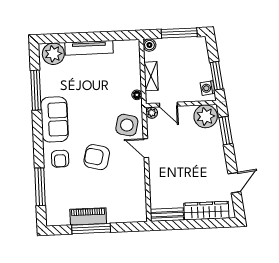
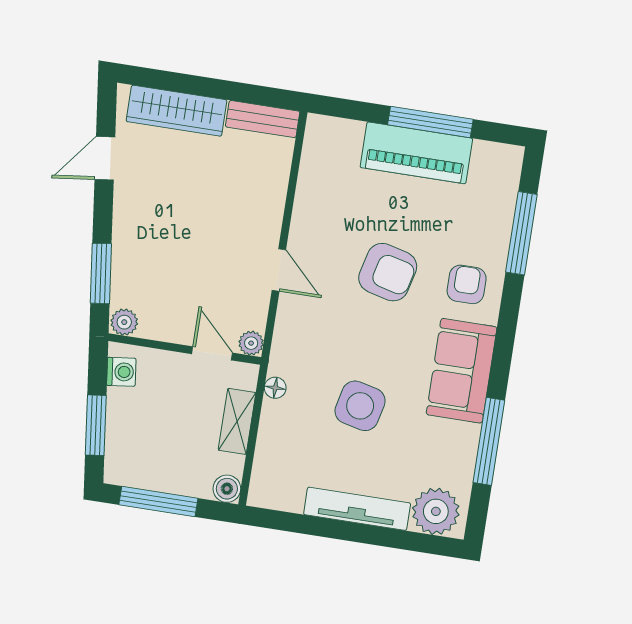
window: (217, 76) -> (96, 425), moved
plant: (206, 116) -> (124, 322), width x0.53, depth x0.53
side table: (127, 125) -> (360, 406), moved
piano: (88, 216) -> (416, 153), width x1.37, depth x1.33

